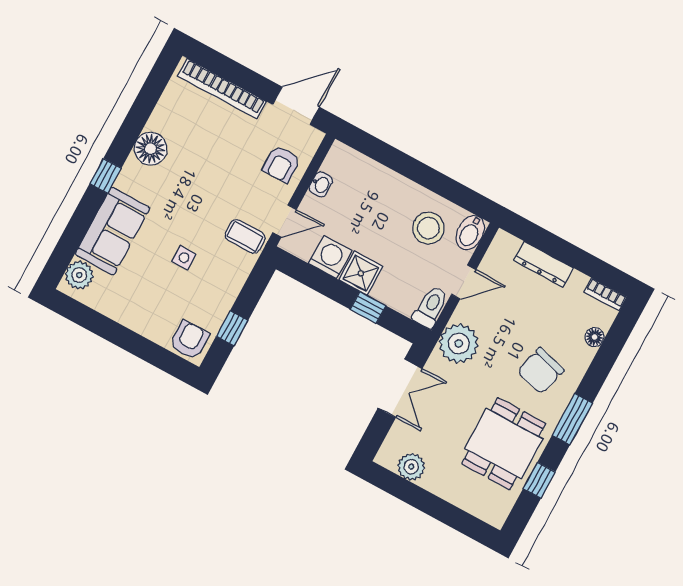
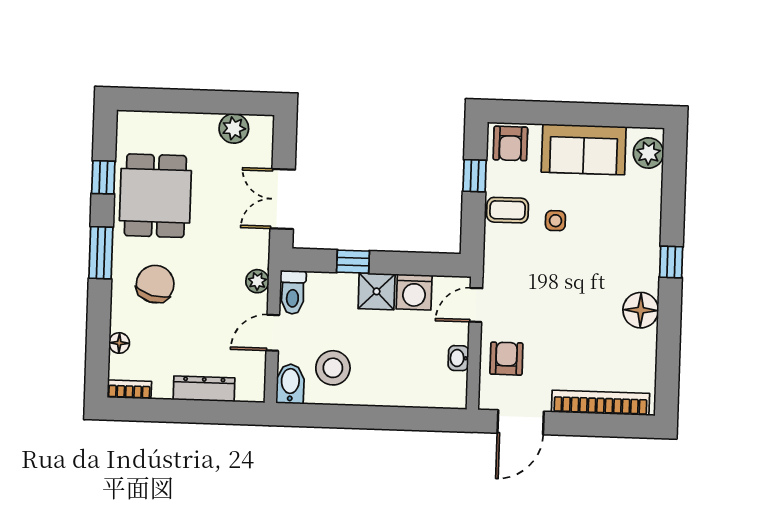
sofa: (112, 231) -> (584, 149), moved, turned -90
coffee table: (245, 236) -> (508, 210), moved
plant: (459, 344) -> (257, 281), width x0.53, depth x0.53

